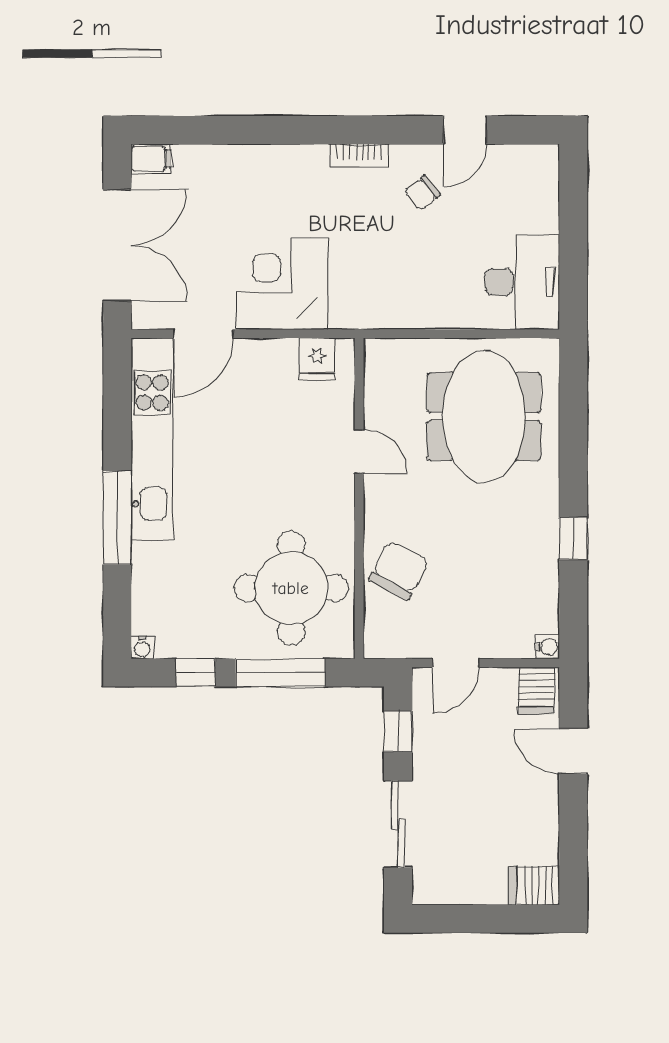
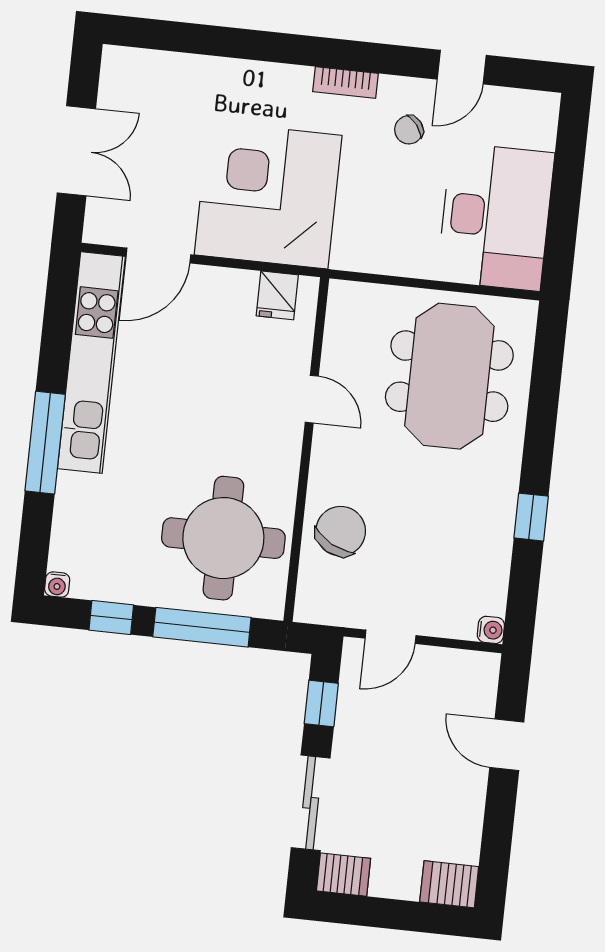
filing cabinet: (151, 159) -> (122, 62), removed
double door: (117, 245) -> (76, 151), width x0.73
desk: (522, 282) -> (496, 217), width x1.36, depth x1.30
corner desk: (282, 284) -> (268, 195), width x1.36, depth x1.36
server rack: (536, 691) -> (343, 875), moved, turned -90

